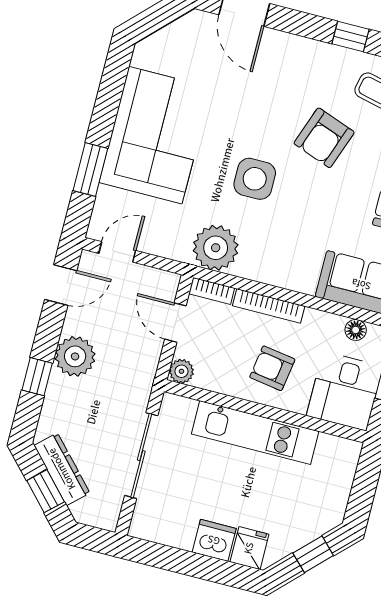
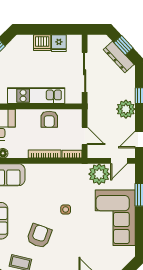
side table: (255, 179) -> (66, 209), width x0.54, depth x0.54
plant: (216, 248) -> (99, 174), moved
armchair: (272, 368) -> (49, 119), moved, turned 81
plant: (181, 371) -> (76, 115), removed
fridge: (249, 548) -> (59, 43), moved

